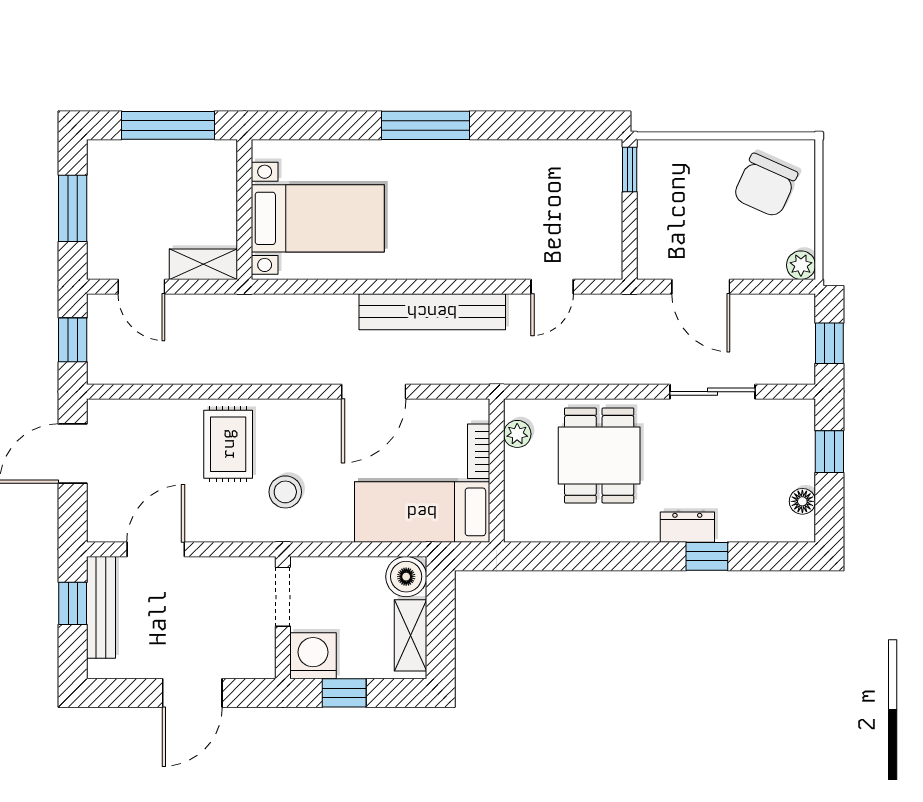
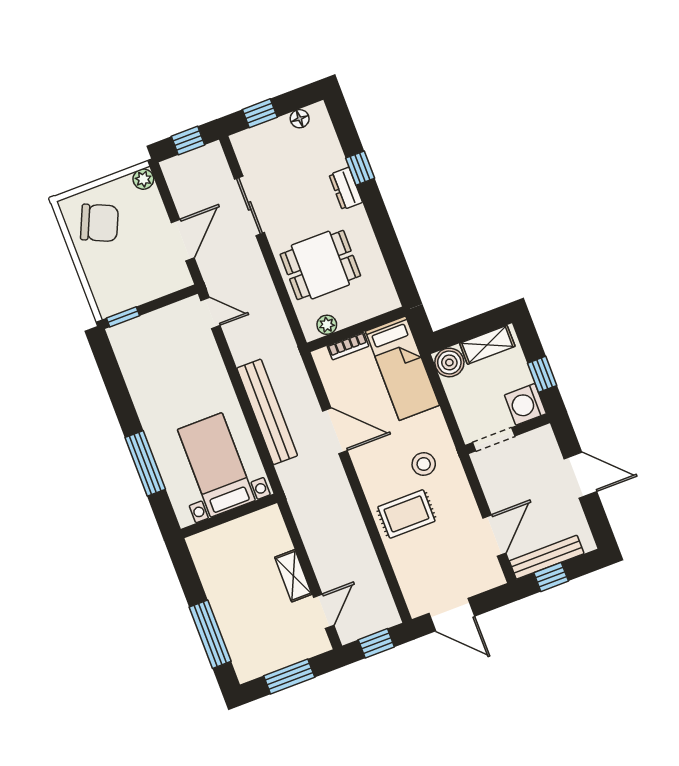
wall: (244, 209) -> (229, 516), moved
bed with nightstands: (318, 218) -> (216, 465), moved
door: (552, 287) -> (210, 313), moved
door: (156, 549) -> (494, 535), swing flipped

